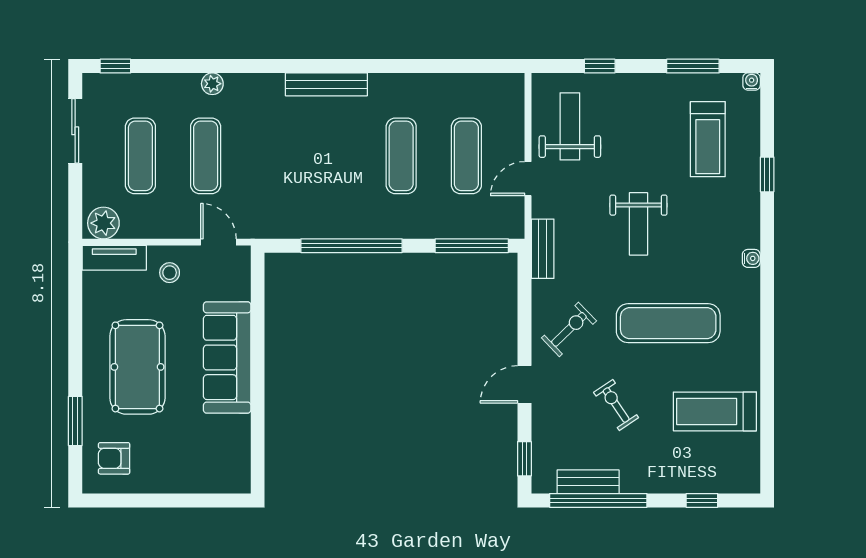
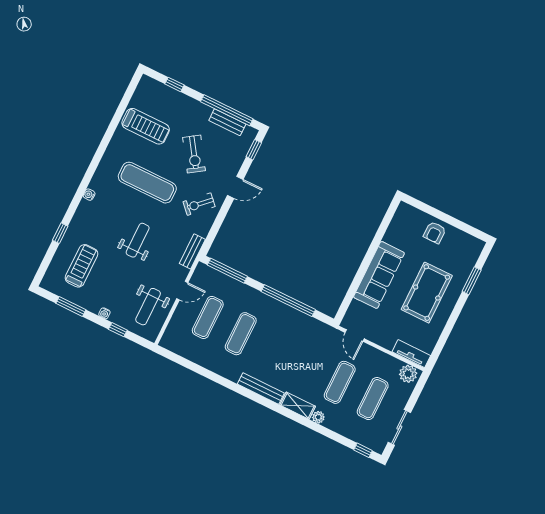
water cooler: (752, 82) -> (104, 313), moved
shelving: (254, 86) -> (298, 406), added
stool: (170, 273) -> (387, 332), removed
exercise bike: (616, 405) -> (194, 154), width x1.38, depth x1.39
armchair: (114, 458) -> (435, 232), moved, turned 90

